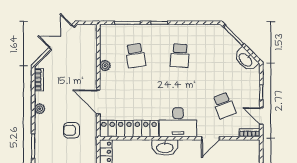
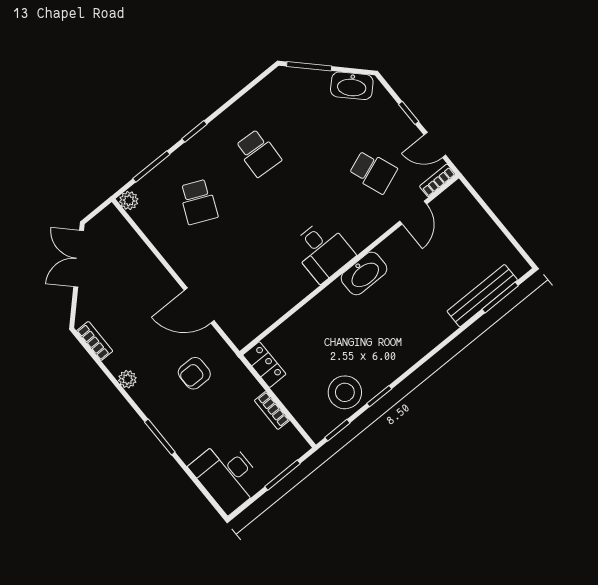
school desk: (135, 56) -> (198, 202), turned 33
plant: (105, 66) -> (129, 200), moved
desk: (178, 122) -> (323, 251), width x0.73
locker: (129, 129) -> (270, 308), removed
door: (210, 138) -> (413, 213), moved
washbasin: (165, 147) -> (364, 273), moved

